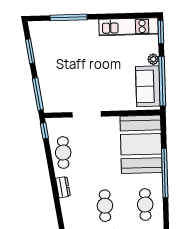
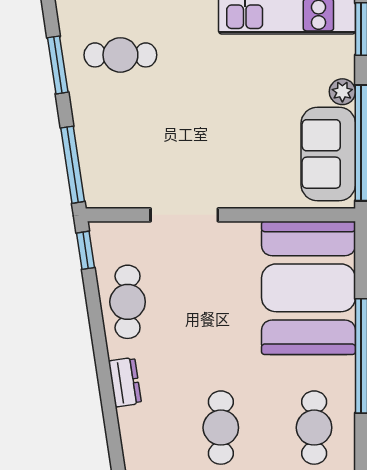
cafe table: (57, 46) -> (120, 55), added

